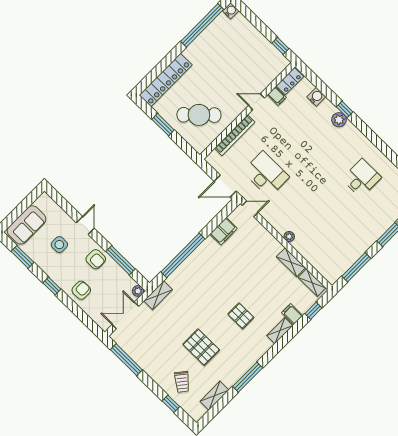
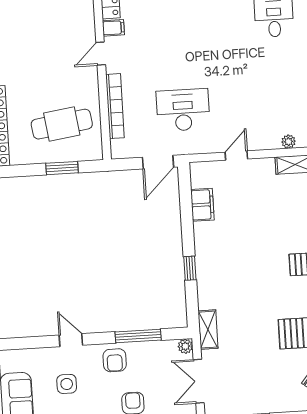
cafe table: (199, 115) -> (62, 124), turned 36
window: (163, 125) -> (62, 168), moved
door: (250, 209) -> (236, 156), moved
plant: (289, 236) -> (288, 142), moved
window: (183, 255) -> (190, 268), width x0.32
armchair: (96, 259) -> (115, 360), turned 90

